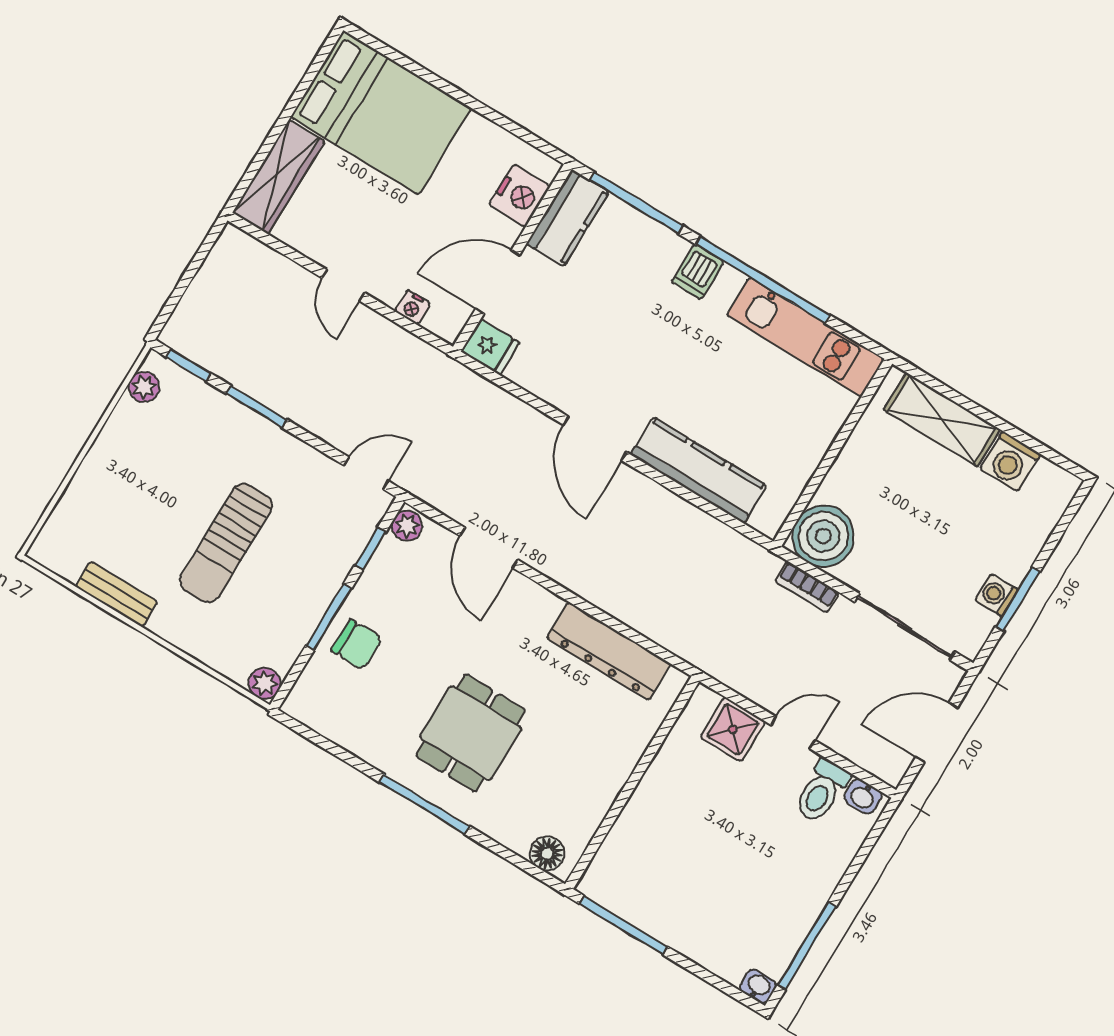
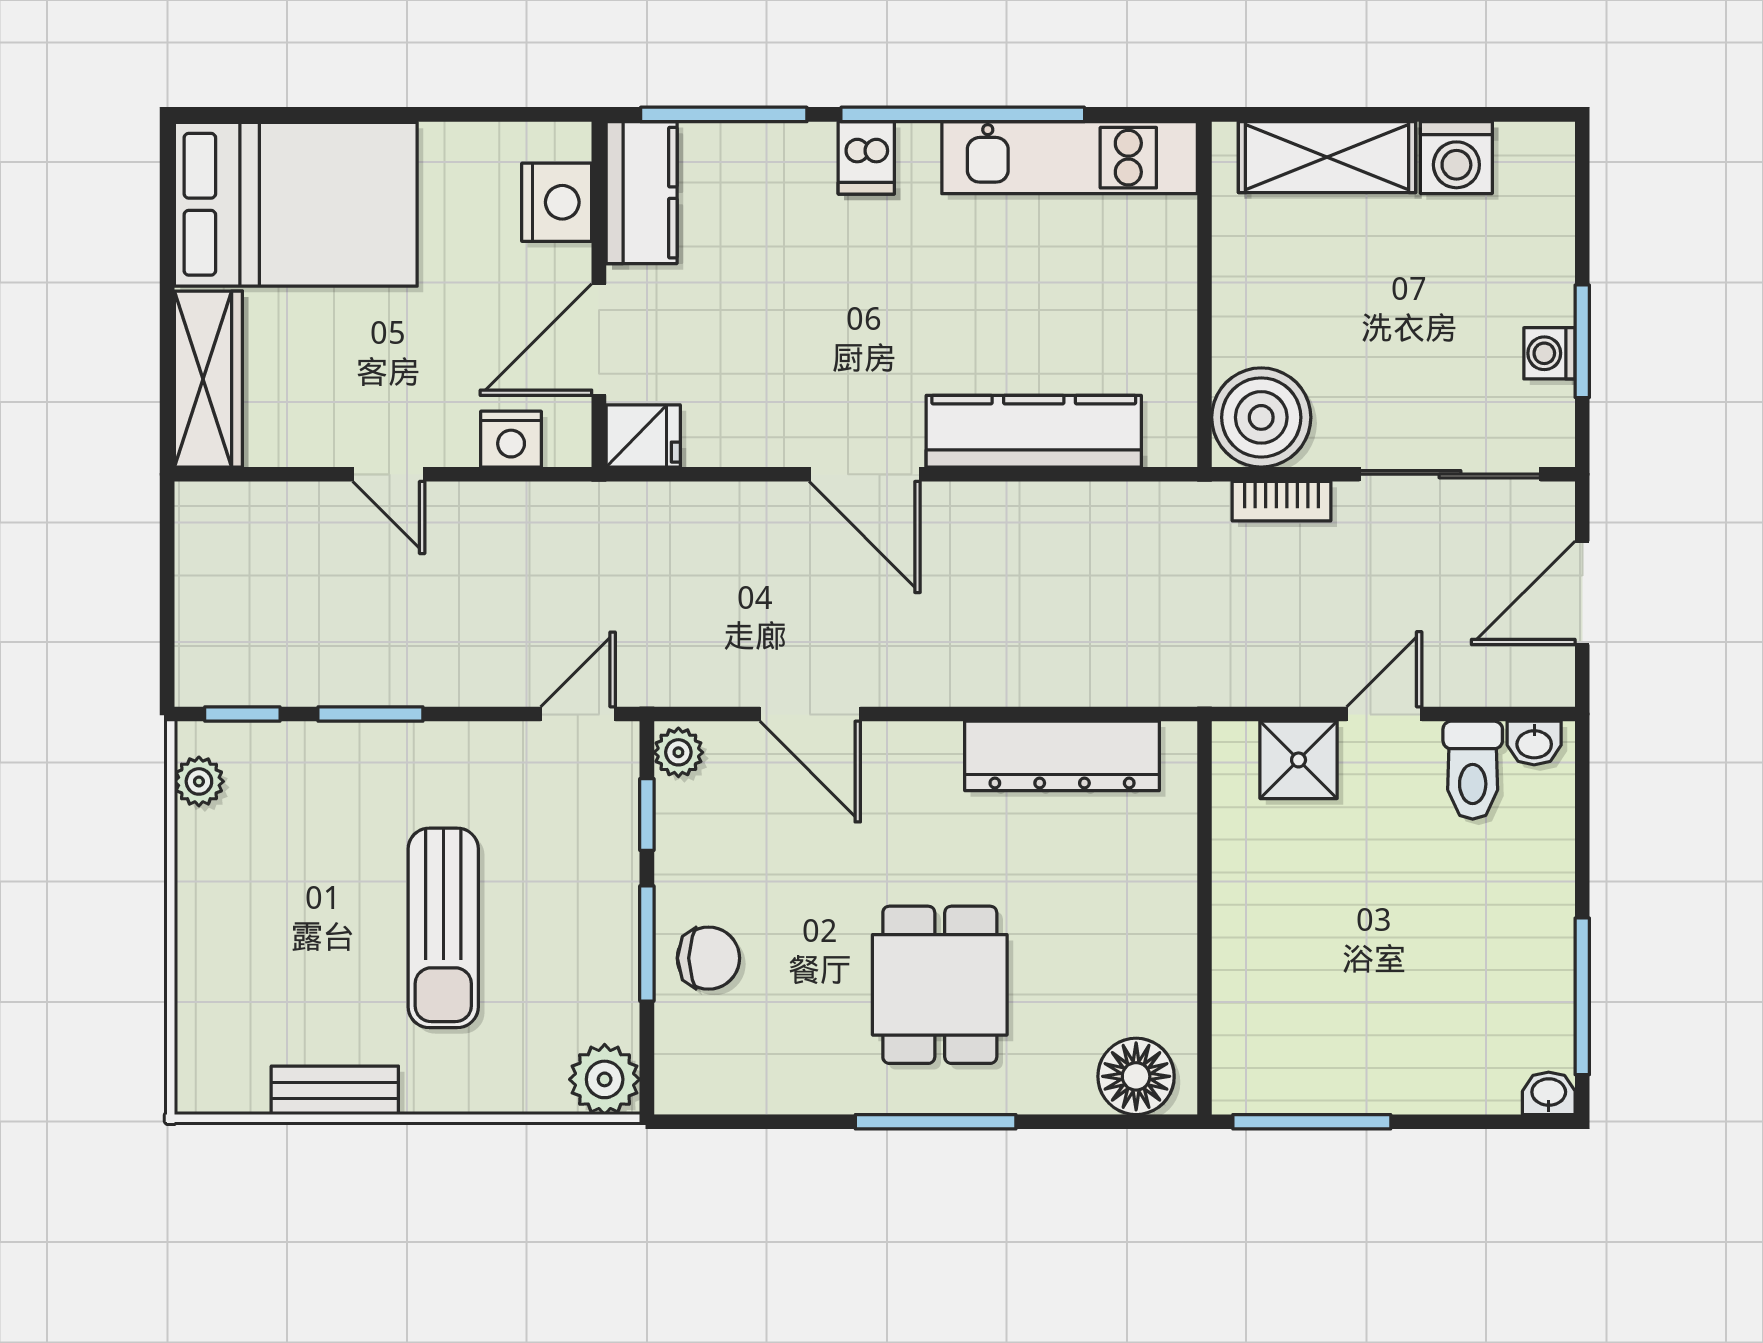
nightstand: (412, 307) -> (511, 439), width x1.39, depth x1.35
plant: (265, 683) -> (605, 1079), width x1.38, depth x1.38
floor lamp: (547, 853) -> (1136, 1076), width x1.38, depth x1.38

